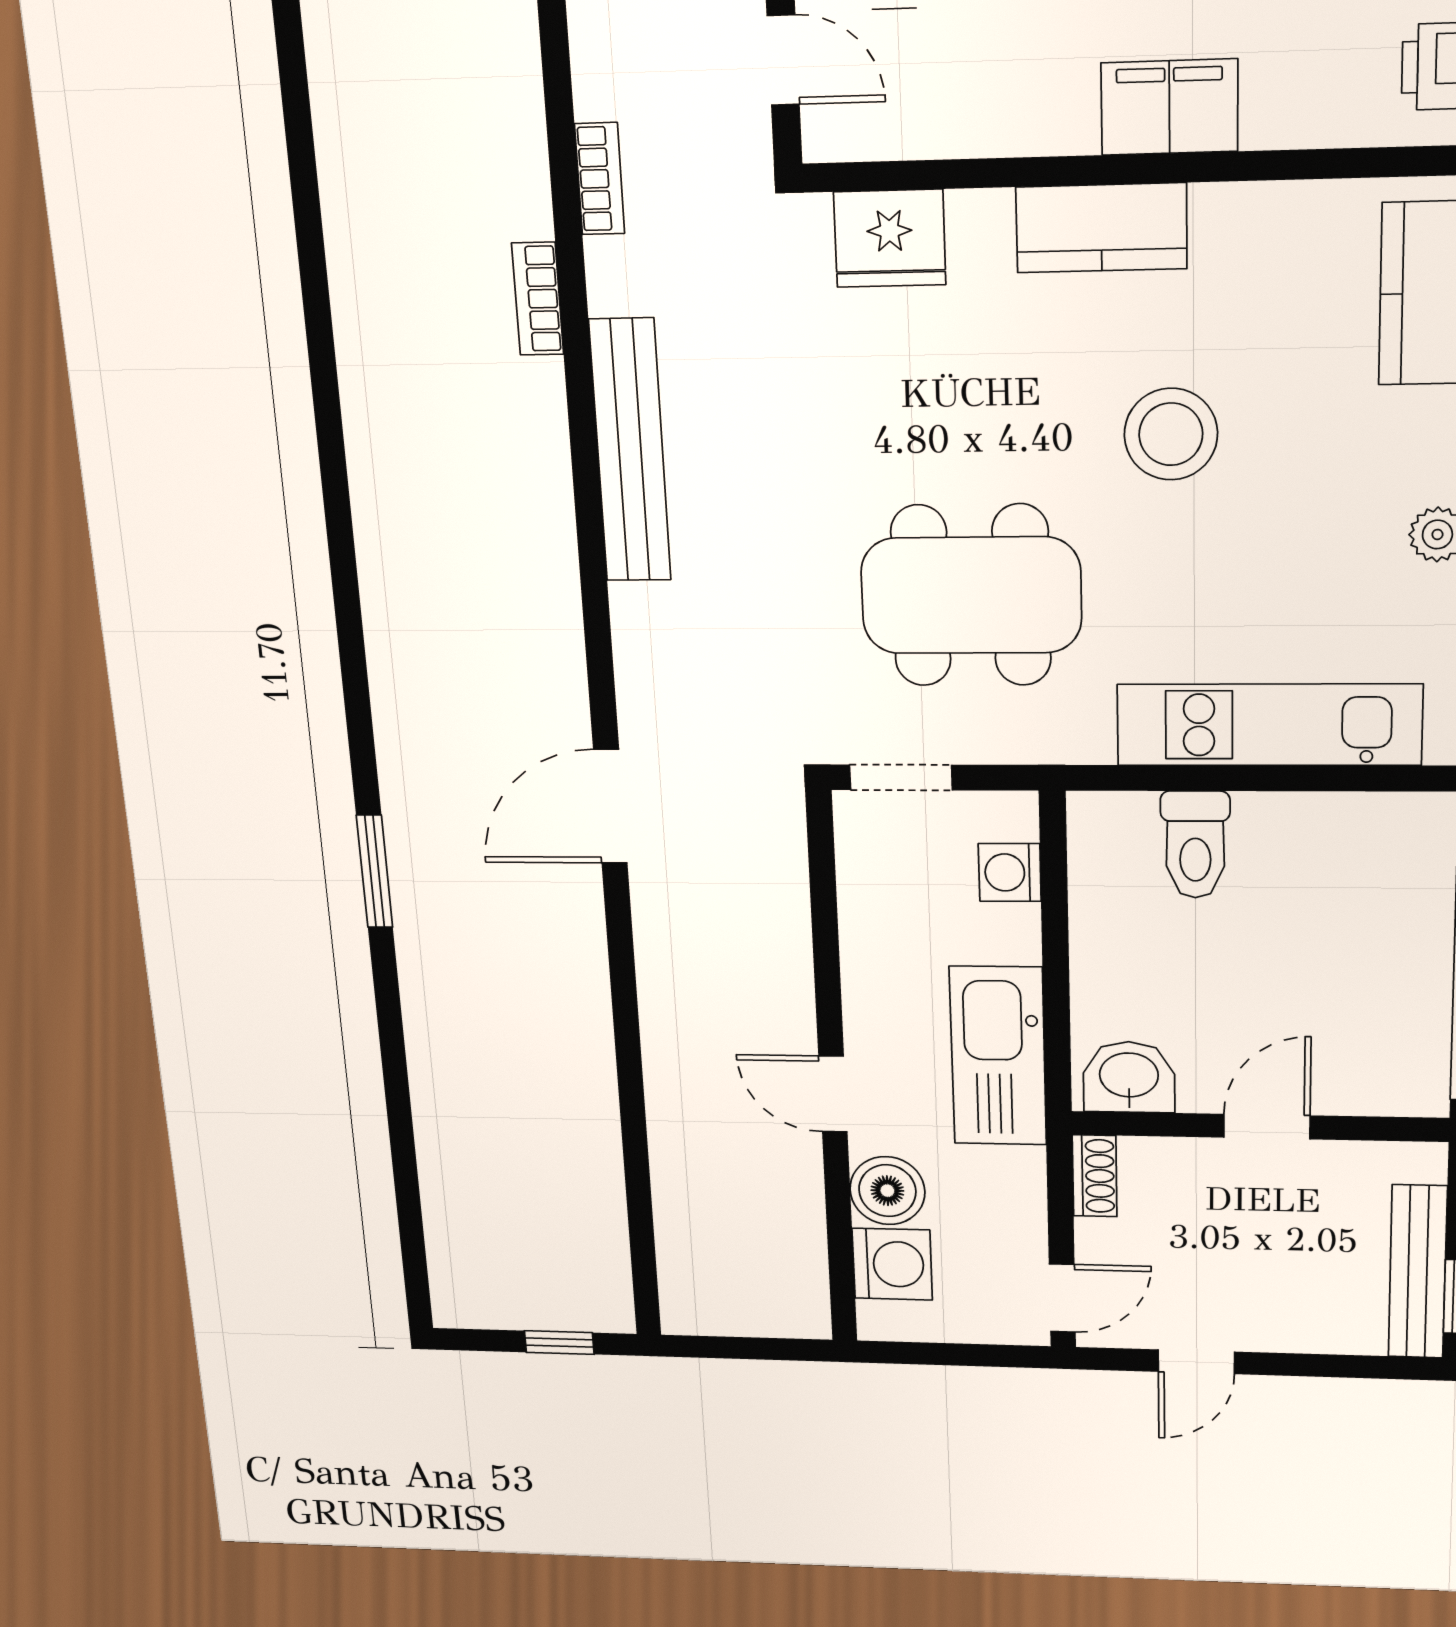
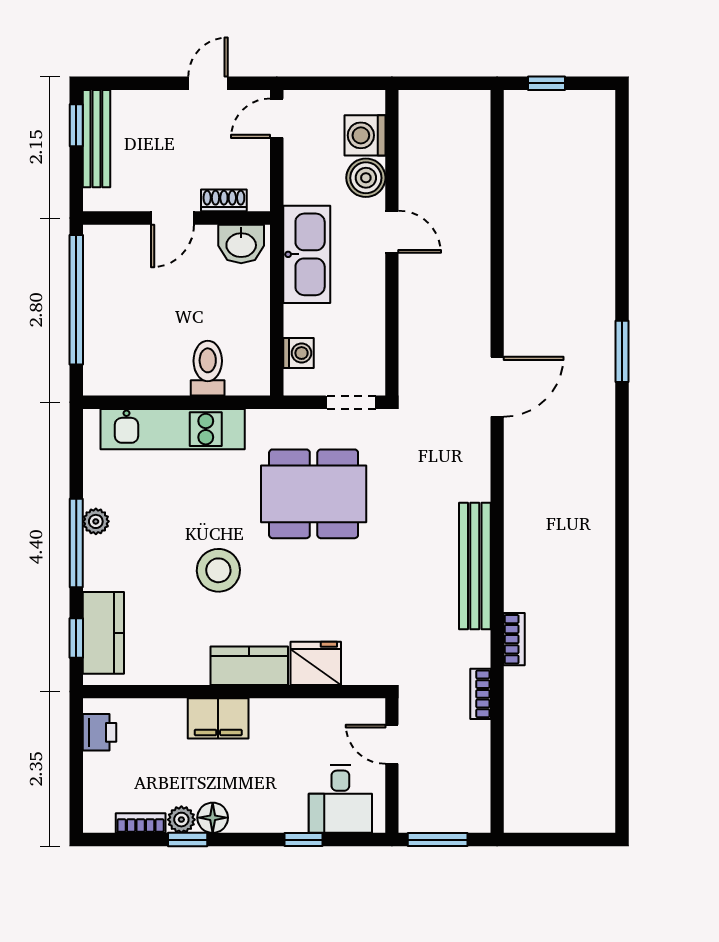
fridge: (890, 238) -> (316, 663), moved
shoe rack: (1095, 1176) -> (224, 200), moved, turned 90

